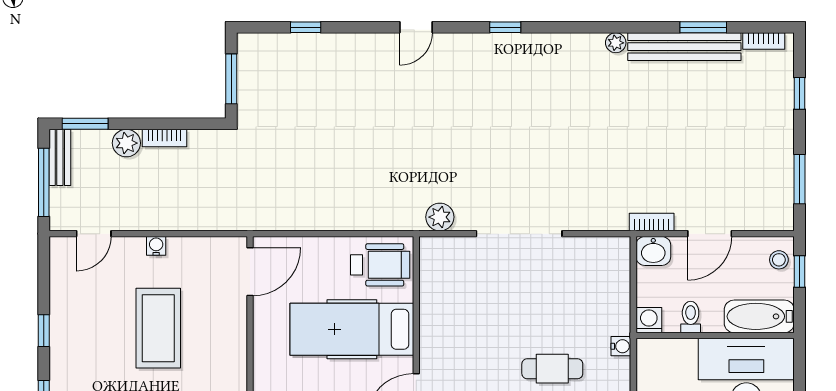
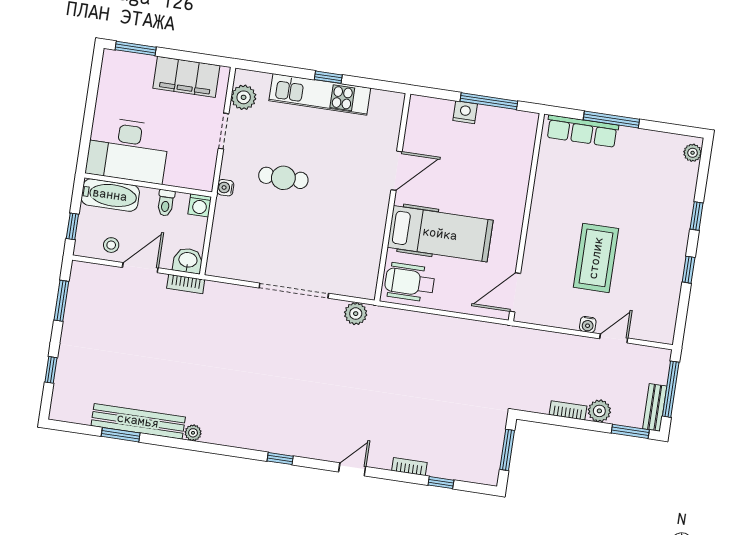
bookcase: (764, 41) -> (409, 467), moved
door: (94, 234) -> (614, 338), moved
stool: (779, 260) -> (111, 245), moved

